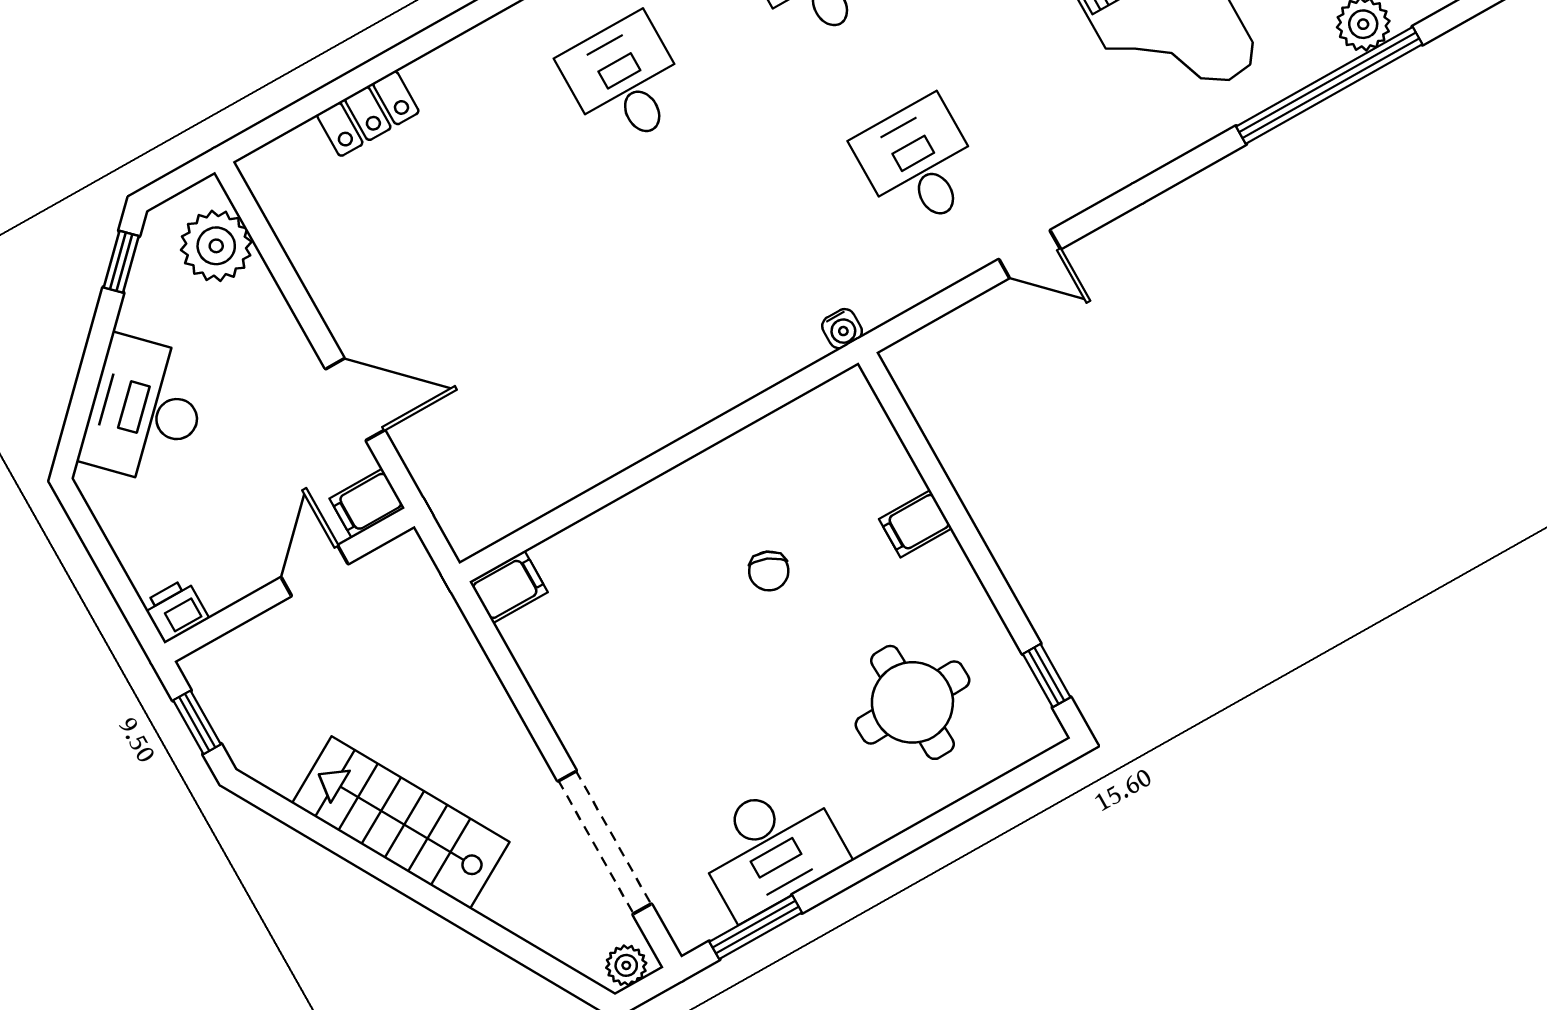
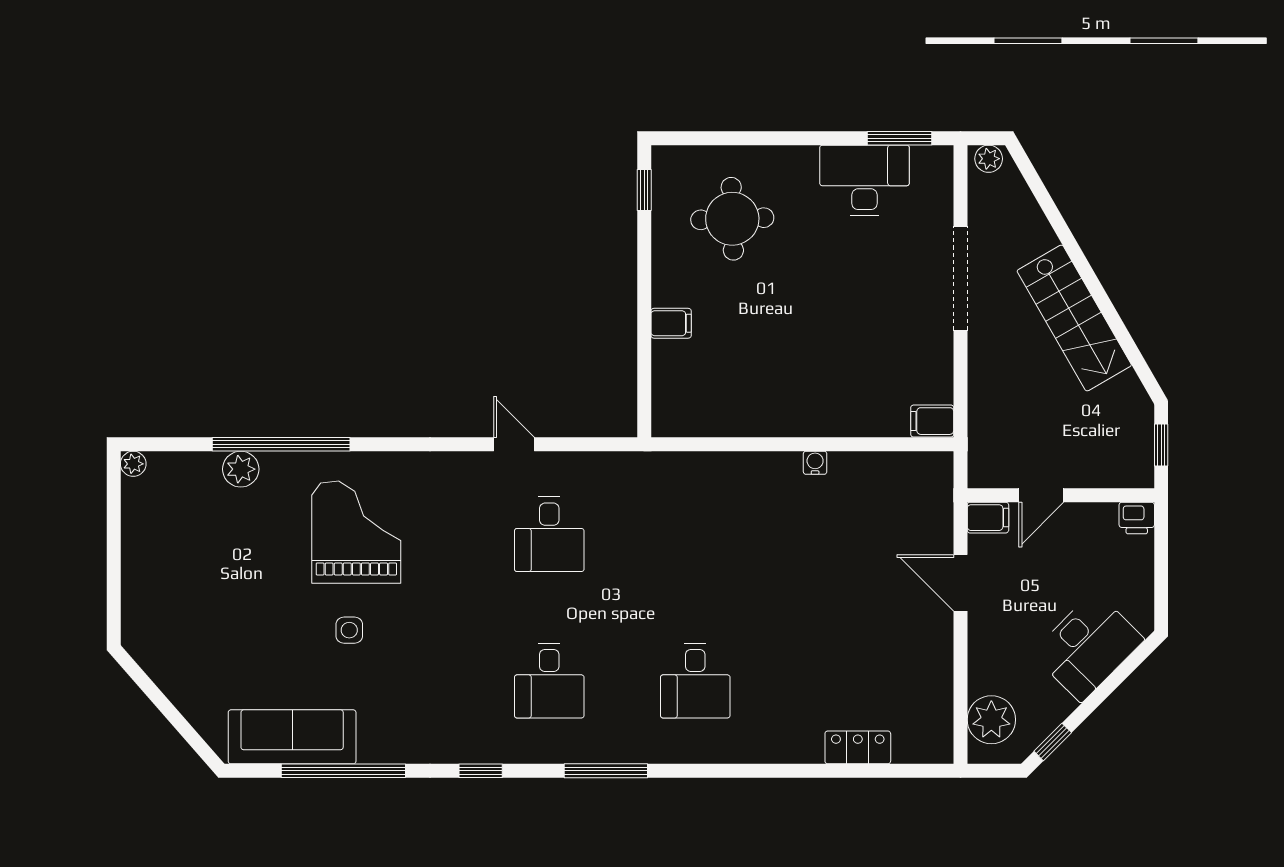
water cooler: (842, 329) -> (815, 463), moved
chair: (769, 571) -> (773, 344), removed
doorway: (605, 842) -> (960, 278), moved

